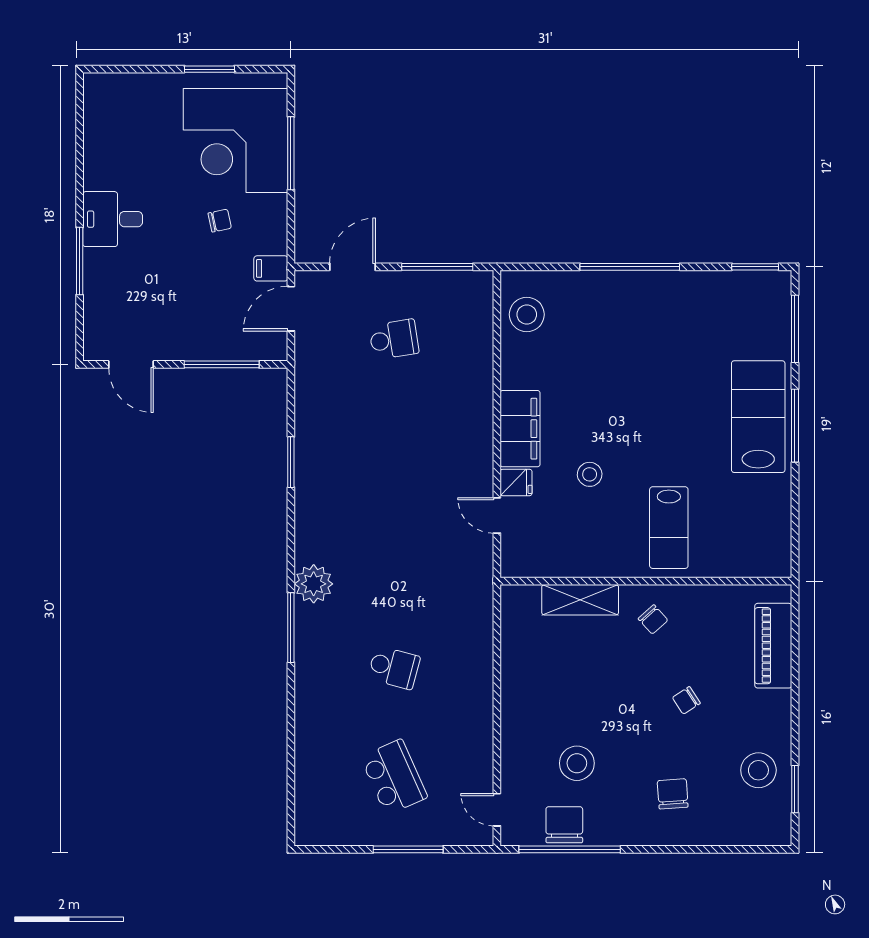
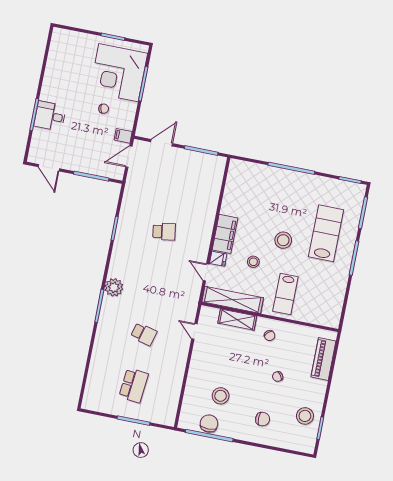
desk: (113, 219) -> (50, 116), moved
stool: (527, 314) -> (283, 240), moved
school desk: (394, 339) -> (164, 232), moved
lab bench: (758, 417) -> (326, 233), moved
shelving: (563, 561) -> (233, 300), added
school desk: (394, 777) -> (134, 385), turned 30
chair: (673, 794) -> (263, 419), turned 94
door: (497, 810) -> (194, 331), moved

